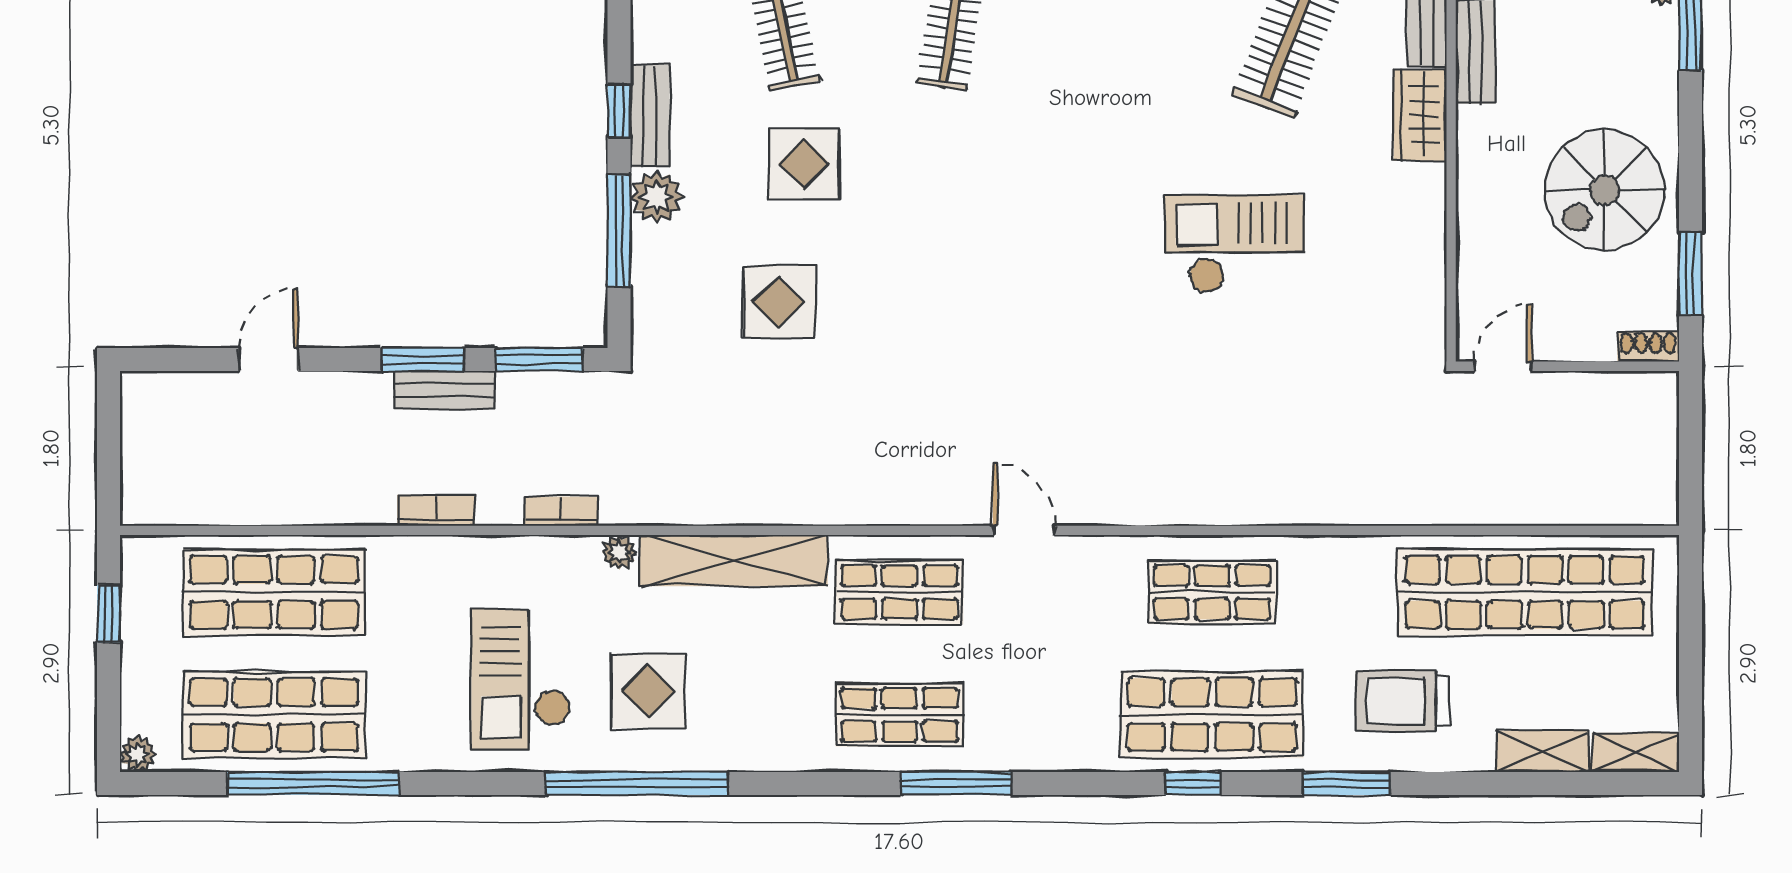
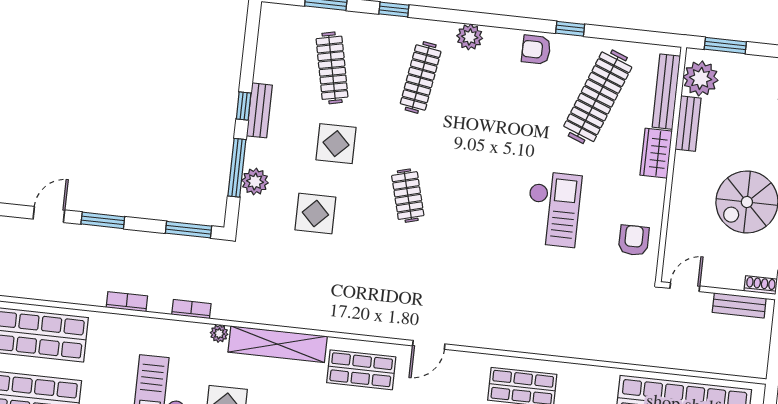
plant: (657, 197) -> (255, 182), moved
checkout: (1235, 244) -> (553, 209), turned 90
clothes rail: (953, 248) -> (408, 196), added
armchair: (1395, 287) -> (634, 240), added
window: (423, 359) -> (103, 220), moved
bench: (445, 390) -> (739, 305), moved
door: (1024, 530) -> (429, 345), swing flipped

